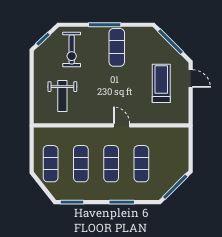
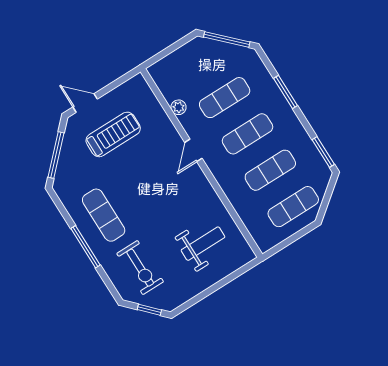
exercise mat: (117, 47) -> (104, 215), turned 90
exercise bike: (72, 49) -> (140, 268), turned 90
door: (191, 79) -> (85, 103), hinge flipped
treadmill: (161, 83) -> (113, 134), turned 180
plant: (153, 133) -> (179, 107), added

